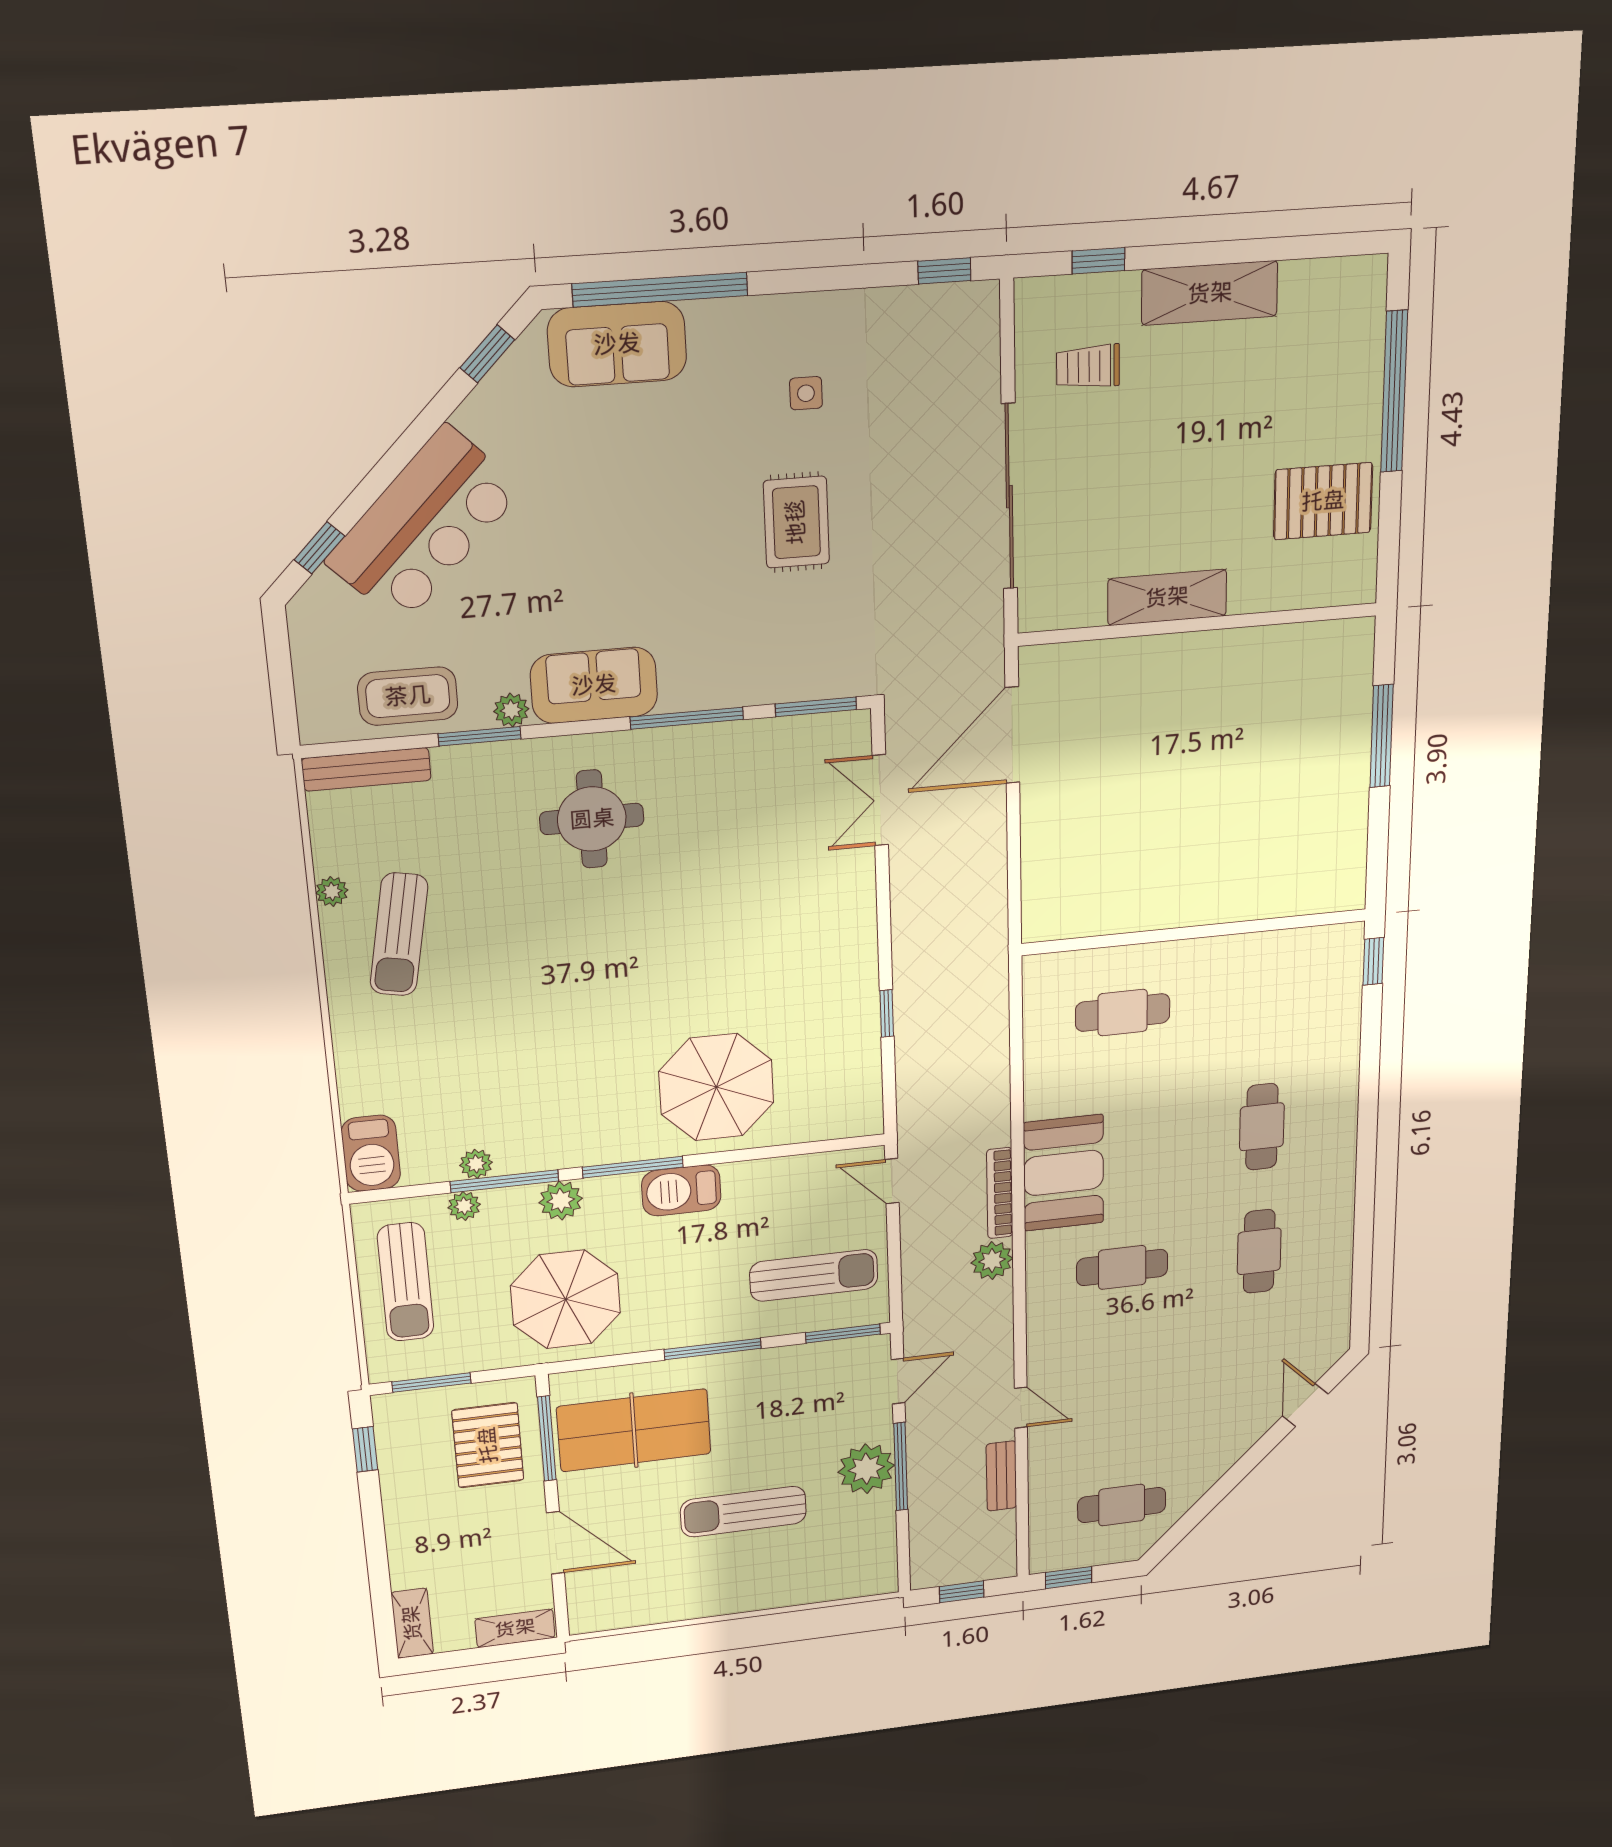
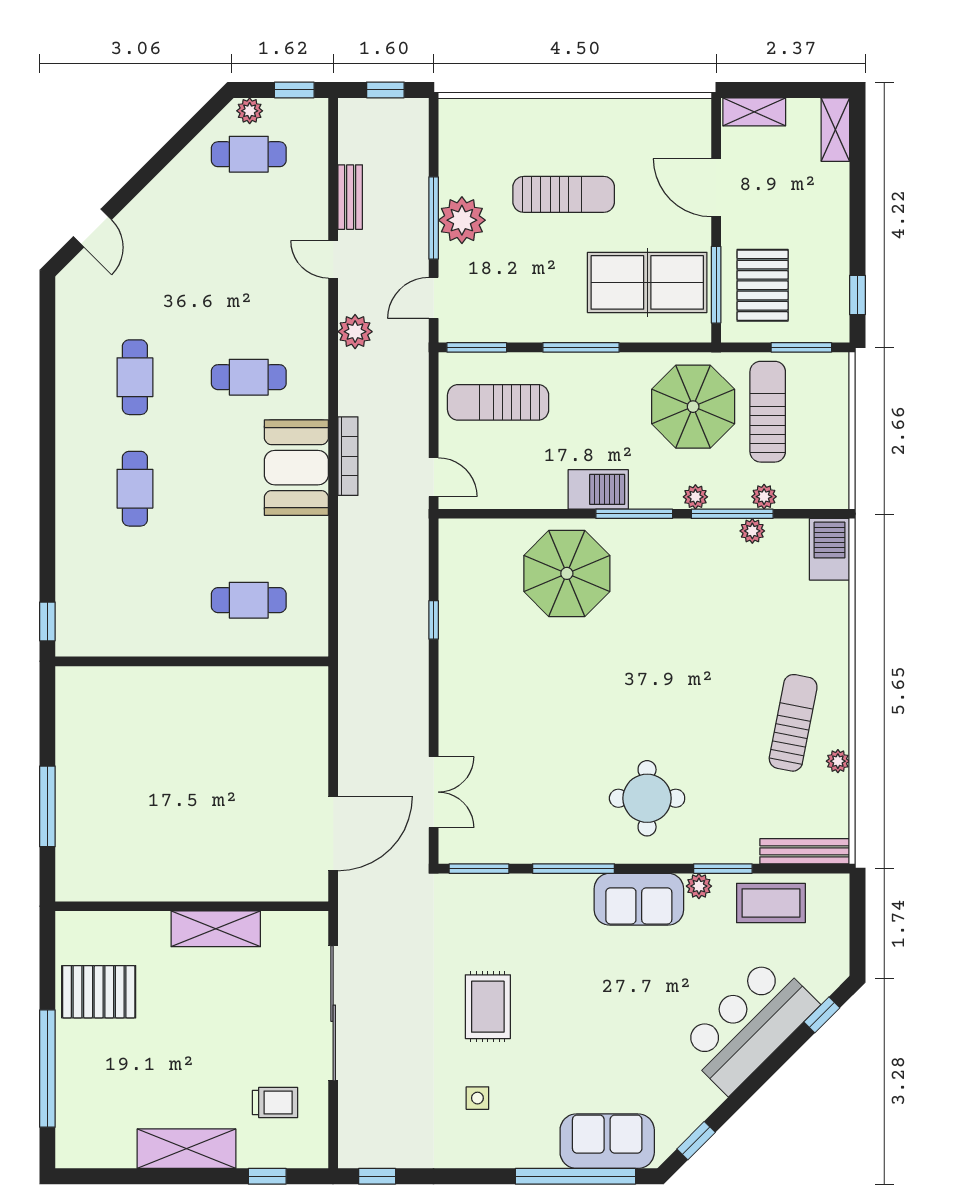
plant: (561, 1200) -> (695, 497), width x0.73, depth x0.73
plant: (992, 1261) -> (355, 332), moved
sun lounger: (406, 1282) -> (768, 412), moved
plant: (1120, 1550) -> (250, 111), added

